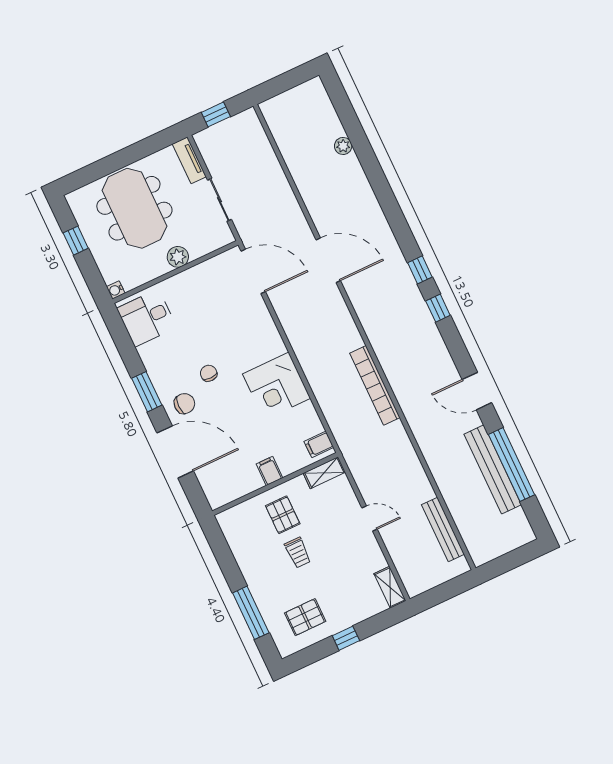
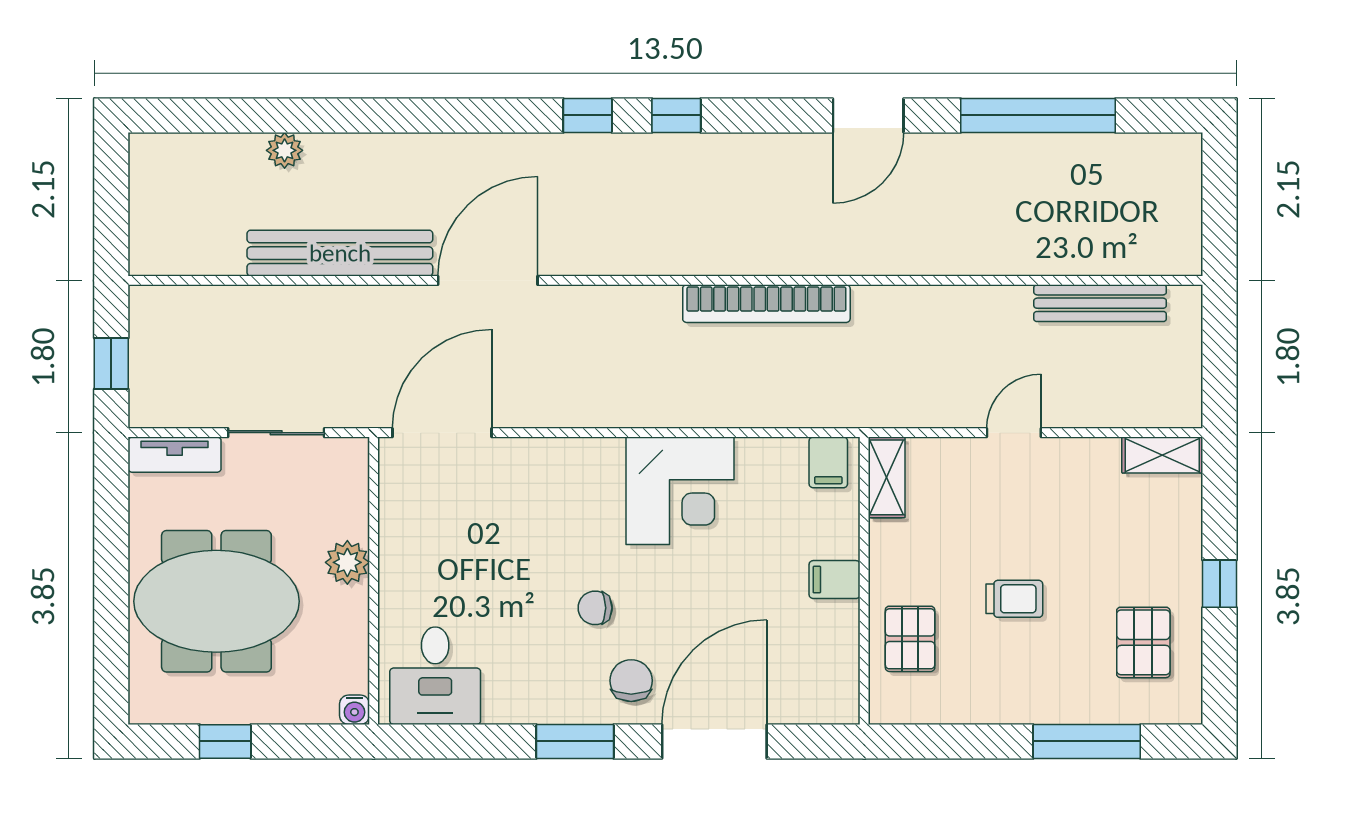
bench: (493, 469) -> (340, 253), moved
pallet: (283, 515) -> (910, 639), moved, turned 90

